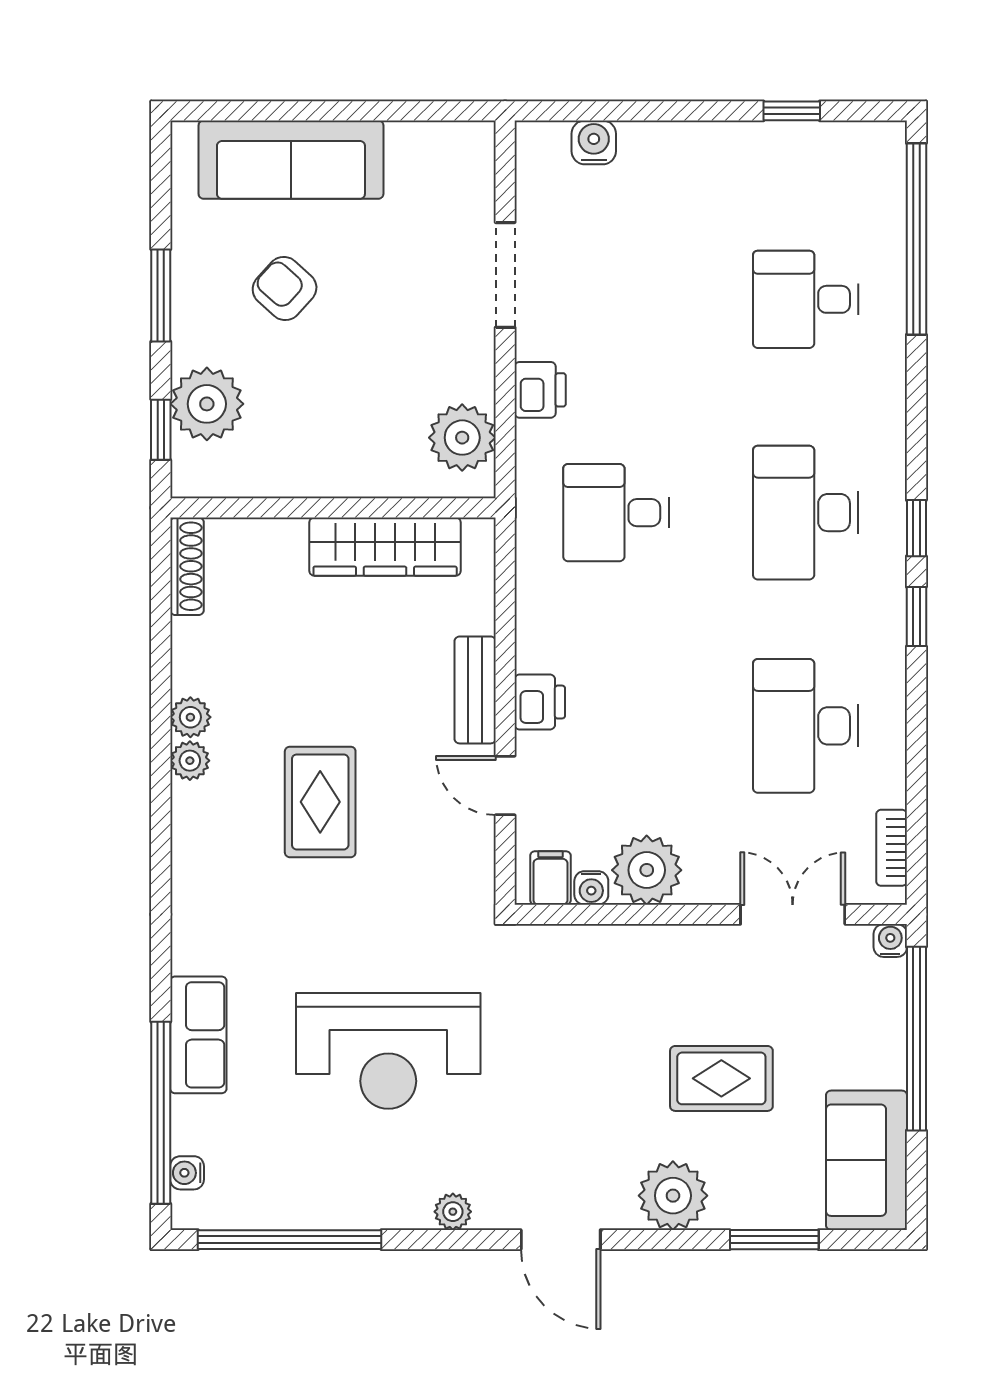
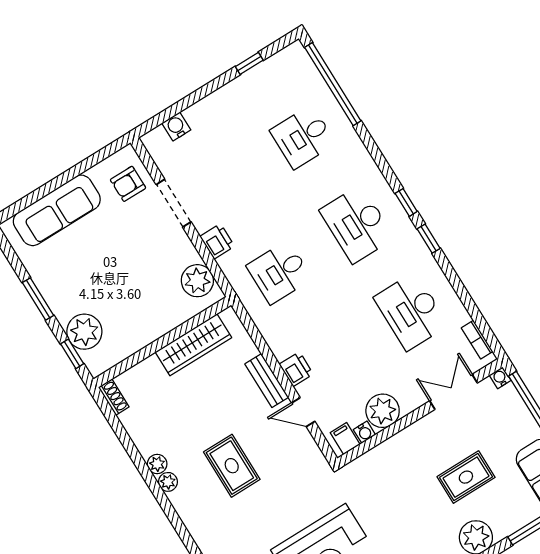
armchair: (285, 288) -> (128, 184), moved, turned -42
shoe rack: (187, 566) -> (114, 397), width x0.70

